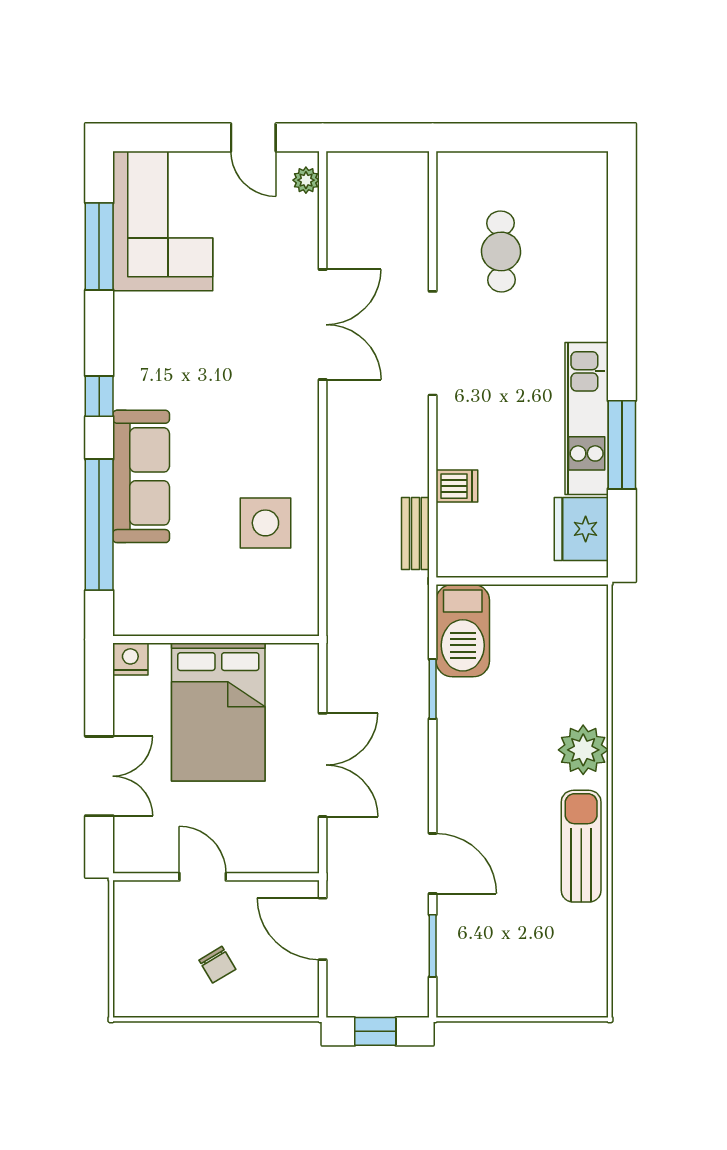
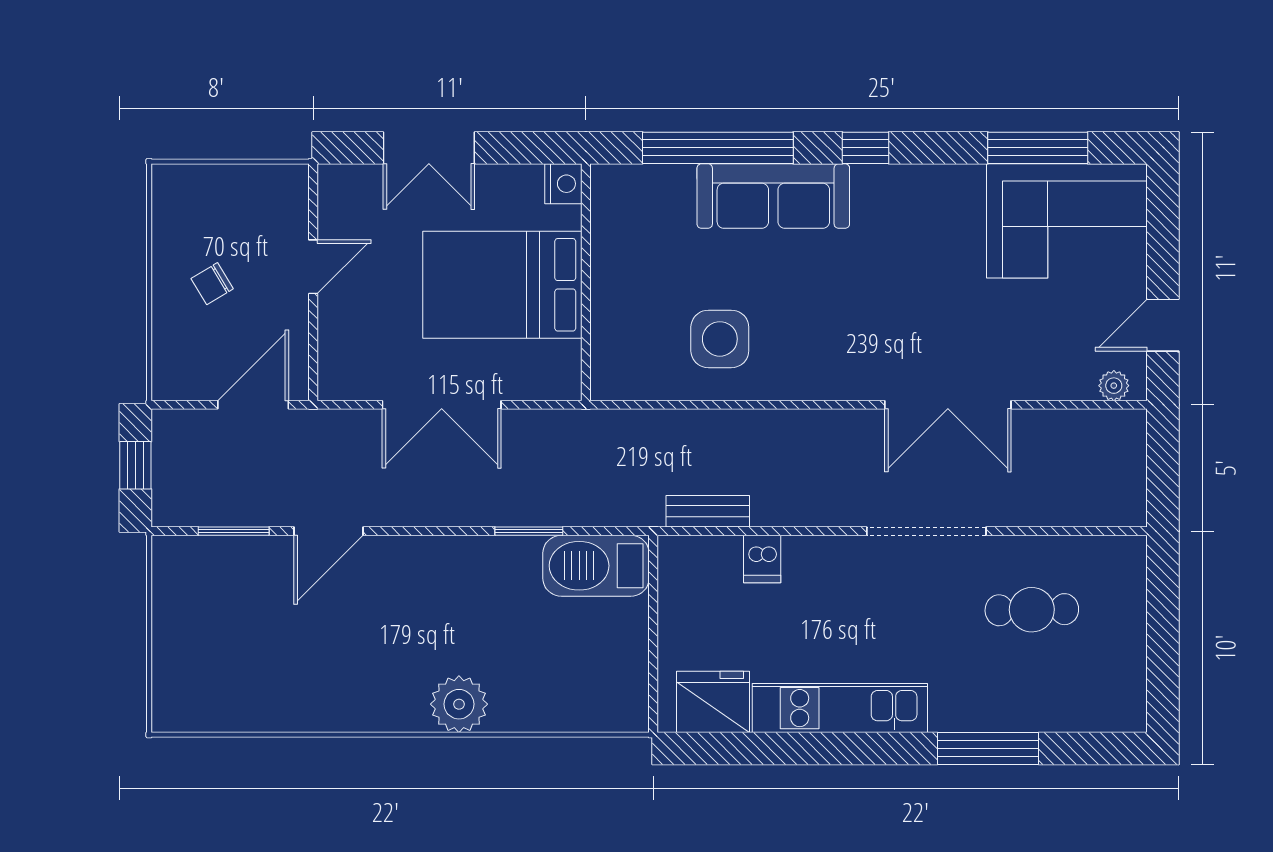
window: (622, 445) -> (988, 749), moved
sun lounger: (581, 846) -> (348, 702), removed

